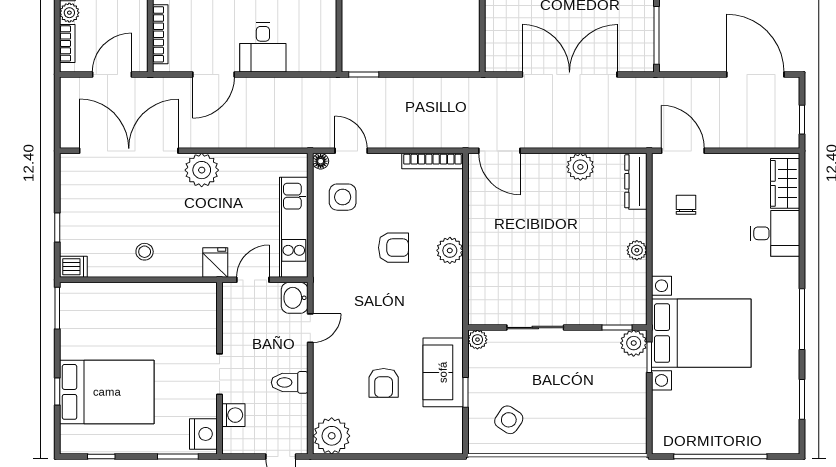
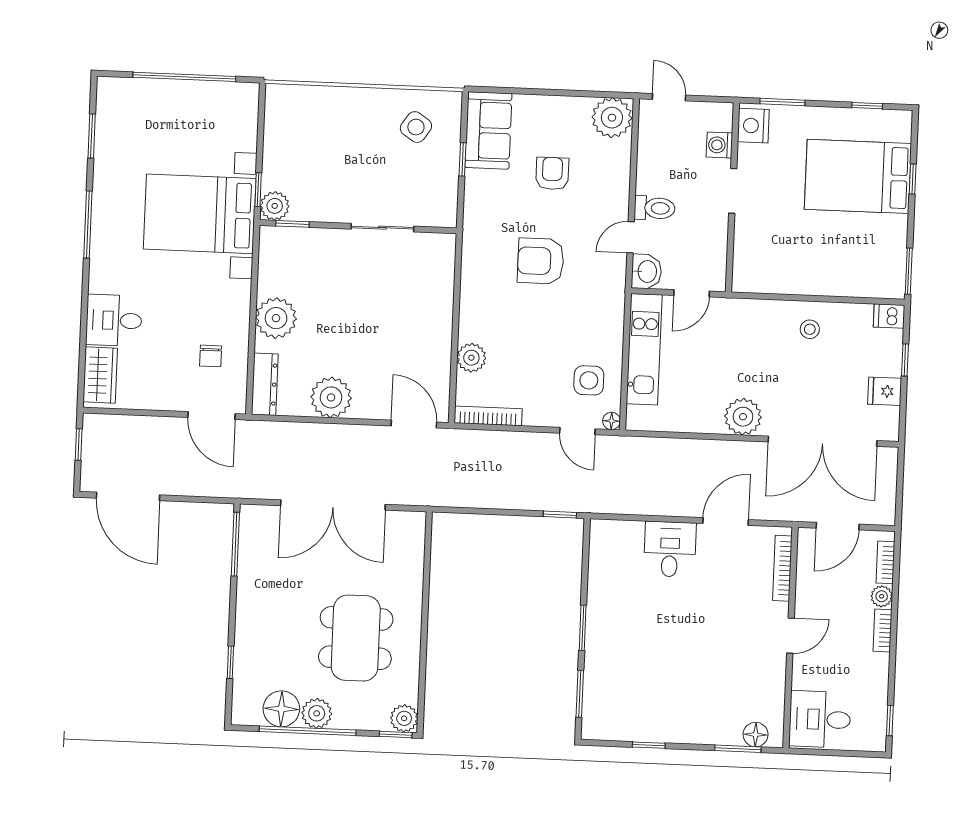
plant: (580, 167) -> (331, 397), width x1.36, depth x1.36
armchair: (394, 248) -> (541, 261), moved, width x1.38, depth x1.38
plant: (450, 250) -> (471, 358), moved
plant: (637, 250) -> (276, 318), width x1.88, depth x1.88
fridge: (215, 263) -> (885, 391), moved, turned 90
plant: (477, 340) -> (447, 217), removed
sofa: (443, 372) -> (488, 130), moved
toilet: (290, 382) -> (655, 208), moved

